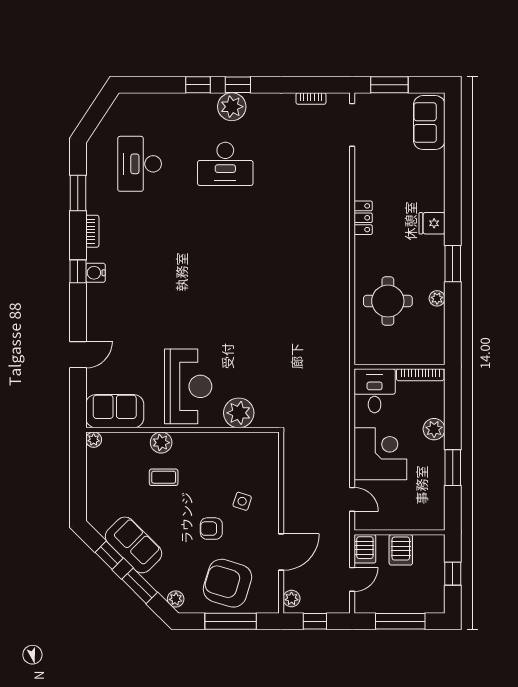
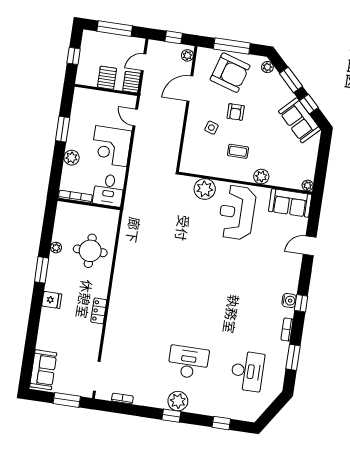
window: (198, 85) -> (221, 423), moved
coffee table: (164, 477) -> (238, 151), moved
armchair: (211, 529) -> (236, 112), turned 90
sofa: (134, 545) -> (300, 120), moved

